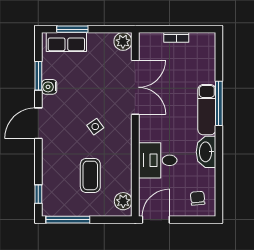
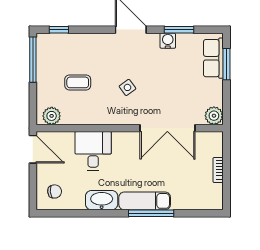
coffee table: (90, 175) -> (78, 82), width x0.73, depth x0.77

